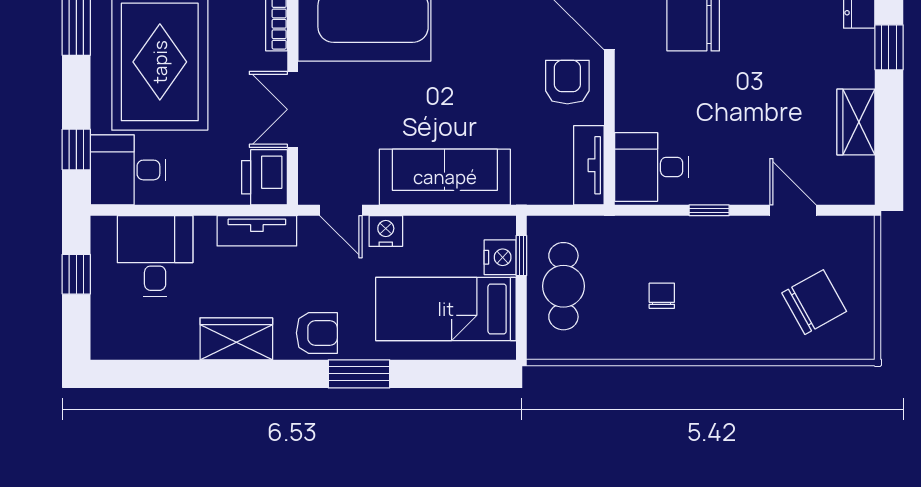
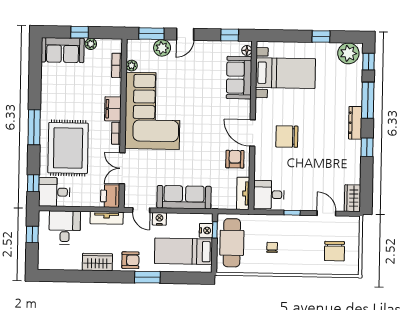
wardrobe: (856, 122) -> (352, 198), moved
cafe table: (563, 286) -> (232, 243), width x1.37, depth x1.35
chair: (814, 302) -> (334, 251), turned 119

